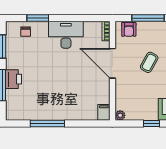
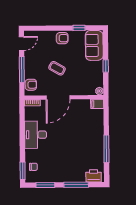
window: (38, 18) -> (23, 171), moved
printer: (14, 79) -> (94, 176), moved

